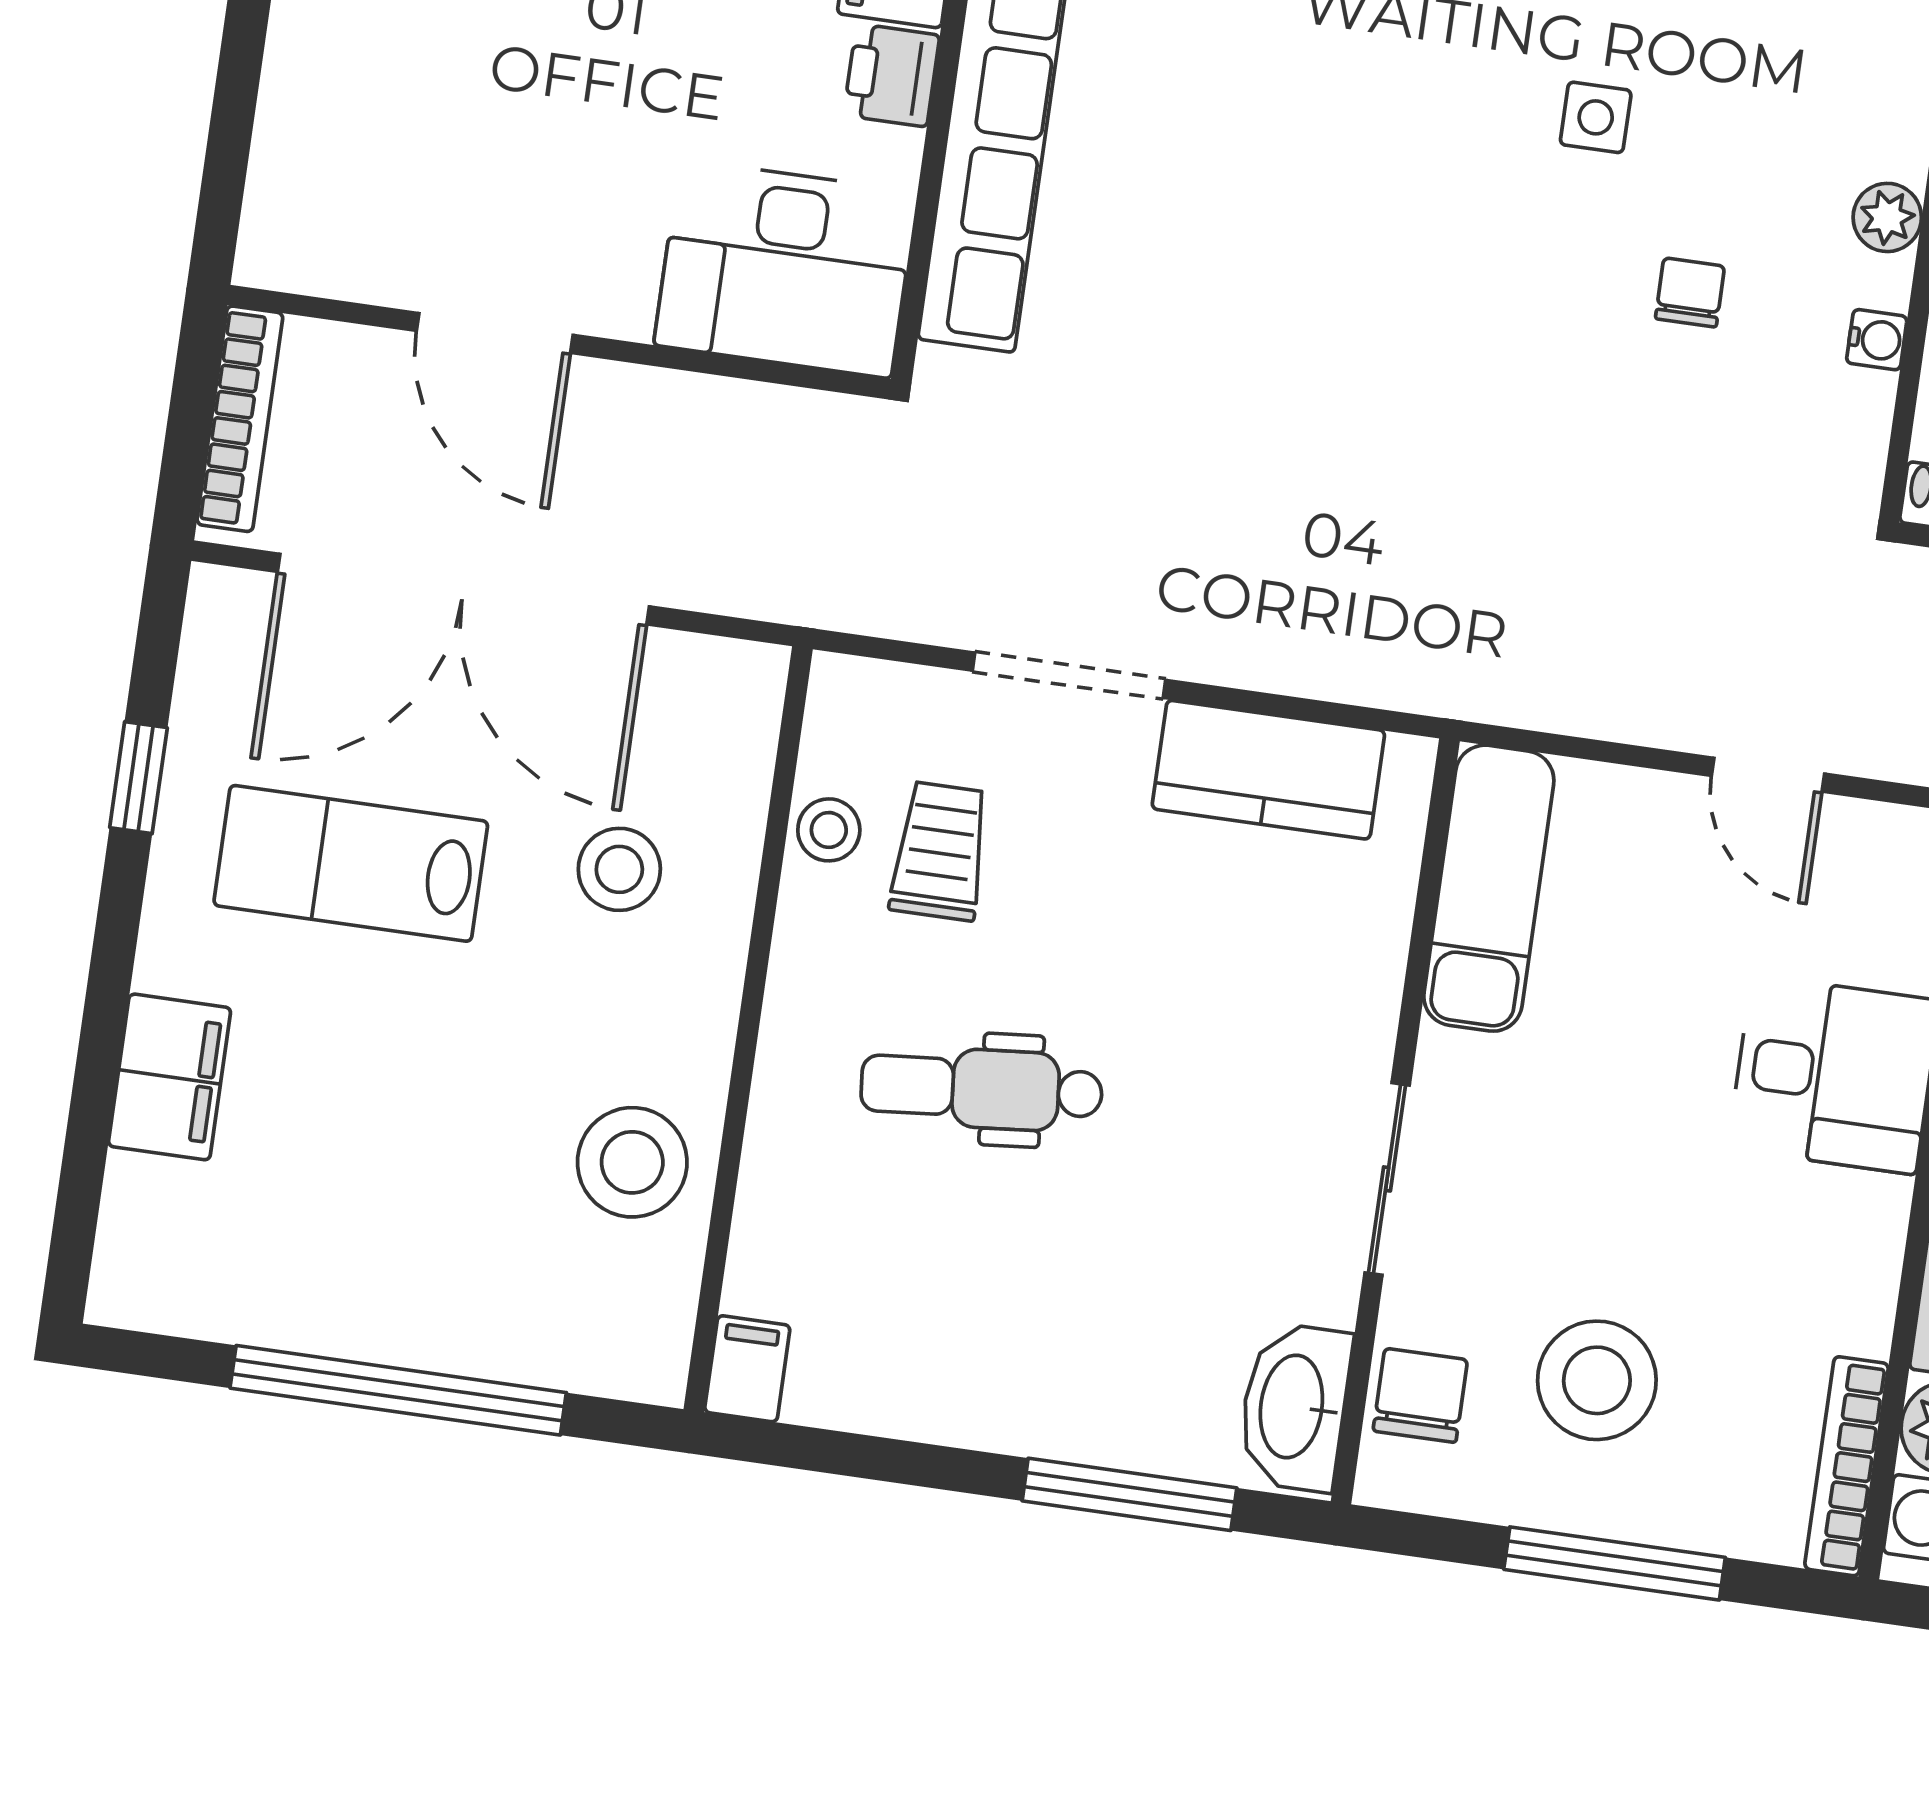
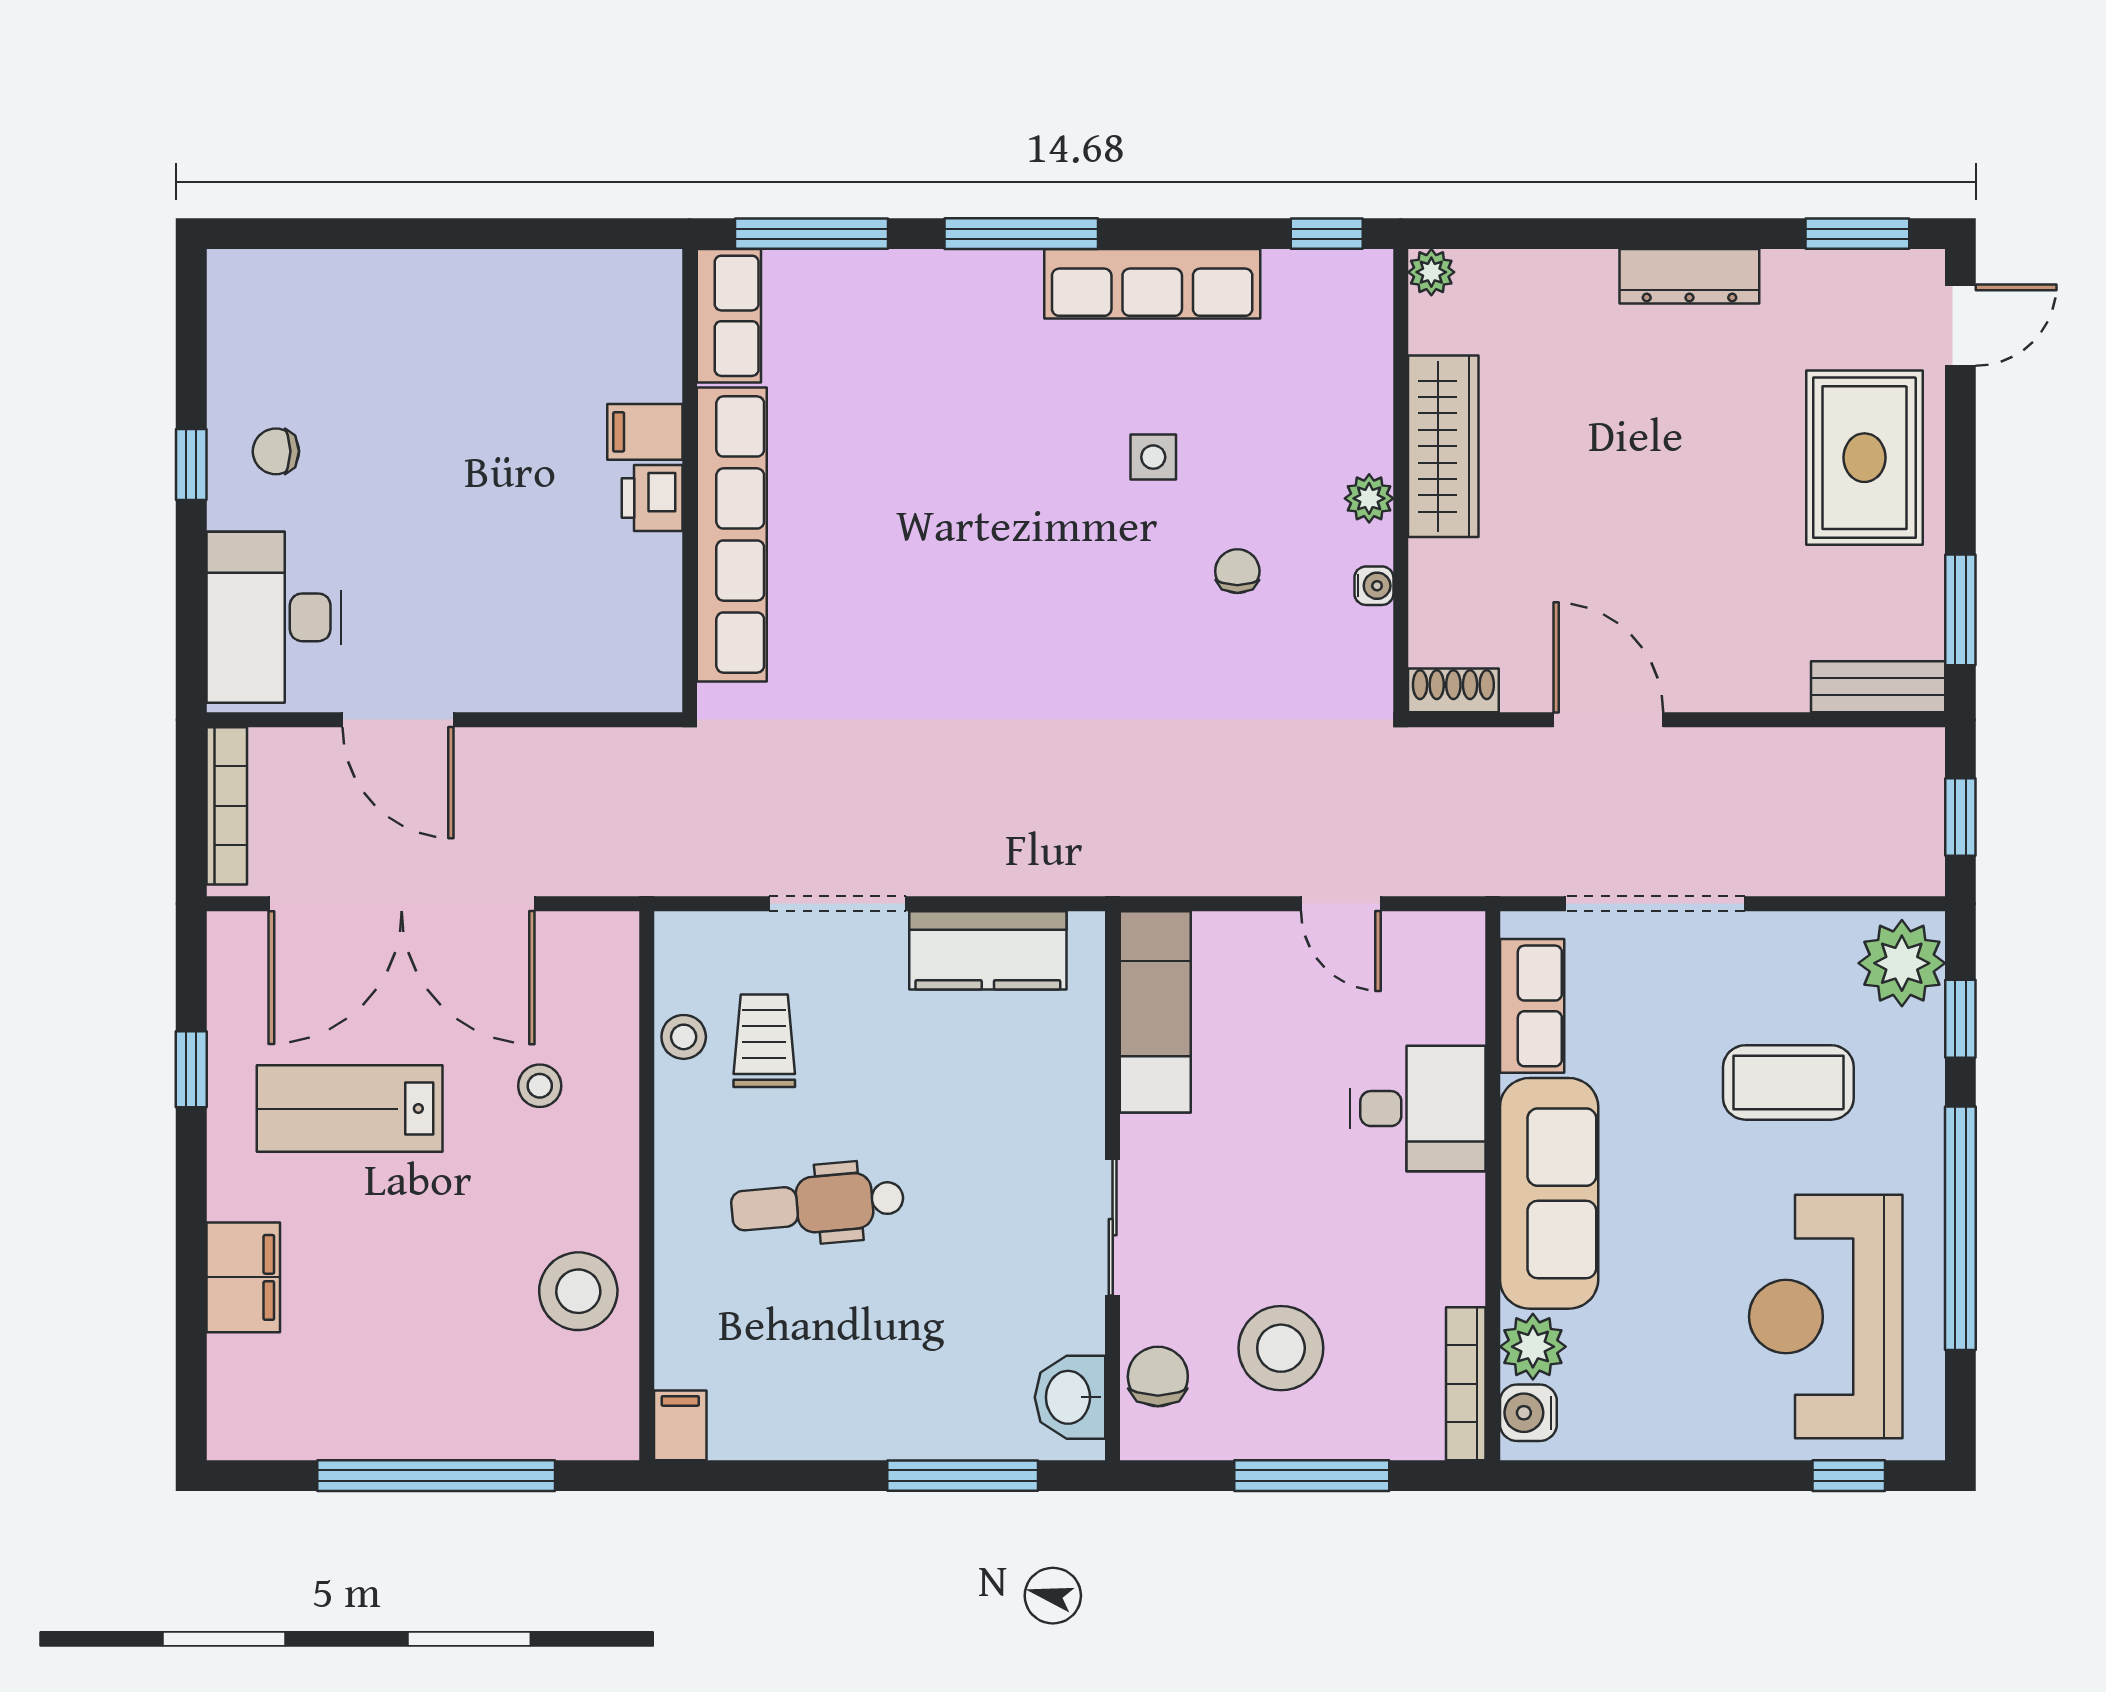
desk: (785, 269) -> (274, 617), moved, turned 90
stool: (619, 869) -> (540, 1086), width x0.73, depth x0.73
washbasin: (1294, 1407) -> (1070, 1397), width x0.72

